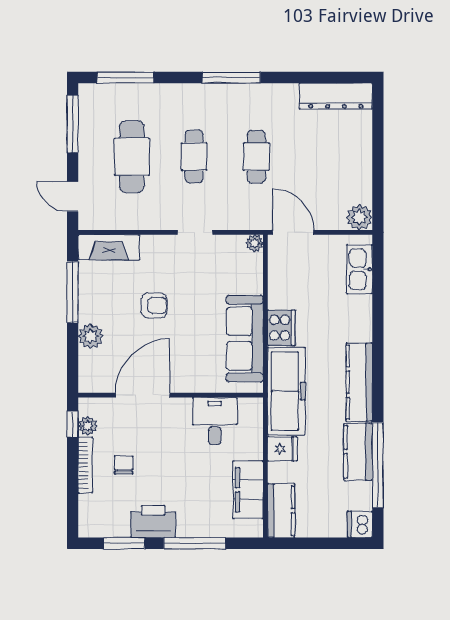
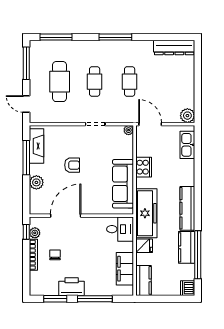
fireplace: (109, 247) -> (37, 146), moved, turned -90
cooker: (281, 328) -> (144, 167), moved
desk: (215, 421) -> (120, 229), moved, turned 90

